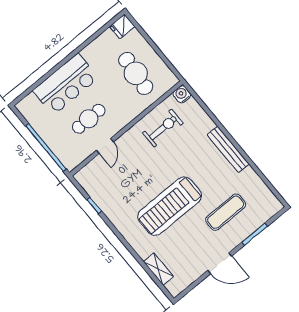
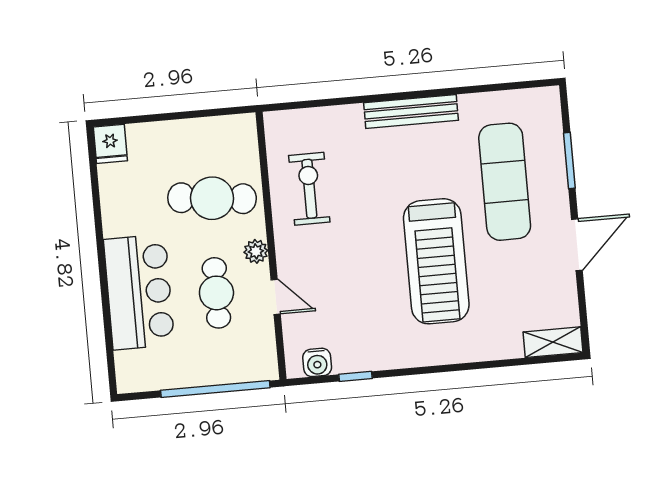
cafe table: (136, 73) -> (212, 198), moved
water cooler: (182, 94) -> (317, 362), moved, turned -90
plant: (119, 123) -> (256, 251), added
exercise mat: (226, 212) -> (505, 182), width x1.36, depth x1.45
shelving: (158, 269) -> (553, 342), moved

